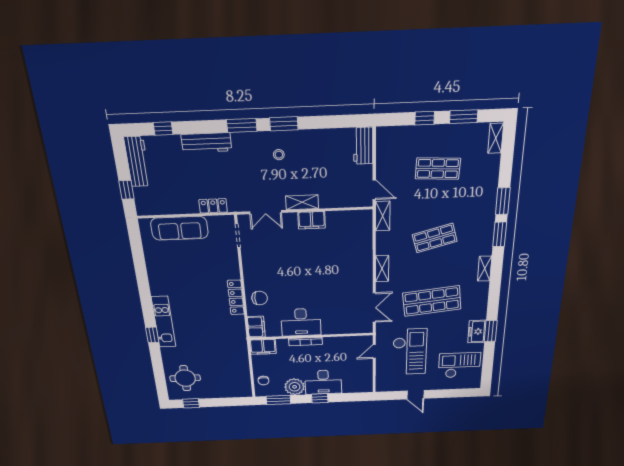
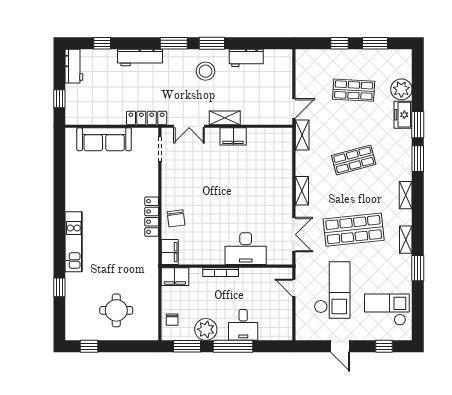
shelving: (496, 138) -> (406, 240), moved
workbench: (363, 146) -> (246, 58), moved, turned -90
stool: (279, 155) -> (206, 71), width x1.89, depth x1.89
workbench: (137, 162) -> (74, 66), width x0.73
plant: (489, 166) -> (401, 89), added
door: (374, 190) -> (294, 108), hinge flipped
locker: (213, 206) -> (147, 118), width x1.53
chair: (260, 298) -> (176, 218), turned 83
desk: (301, 322) -> (246, 249), moved
freezer: (477, 332) -> (403, 115), moved
window: (152, 335) -> (59, 287), moved
door: (374, 351) -> (294, 288), hinge flipped
round table: (185, 378) -> (116, 310), moved
desk: (323, 382) -> (243, 325), width x0.73
window: (455, 393) -> (384, 346), added
window: (320, 398) -> (233, 346), width x2.17

